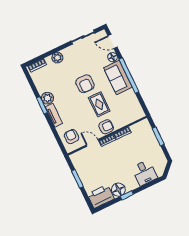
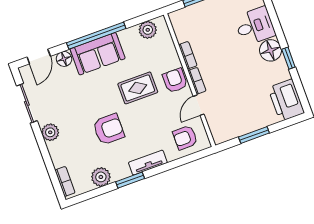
plant: (57, 58) -> (50, 132), moved
armchair: (85, 84) -> (109, 129), moved
plant: (47, 98) -> (101, 177), moved
plant: (136, 107) -> (148, 30), added
floor lamp: (118, 190) -> (271, 50), moved

